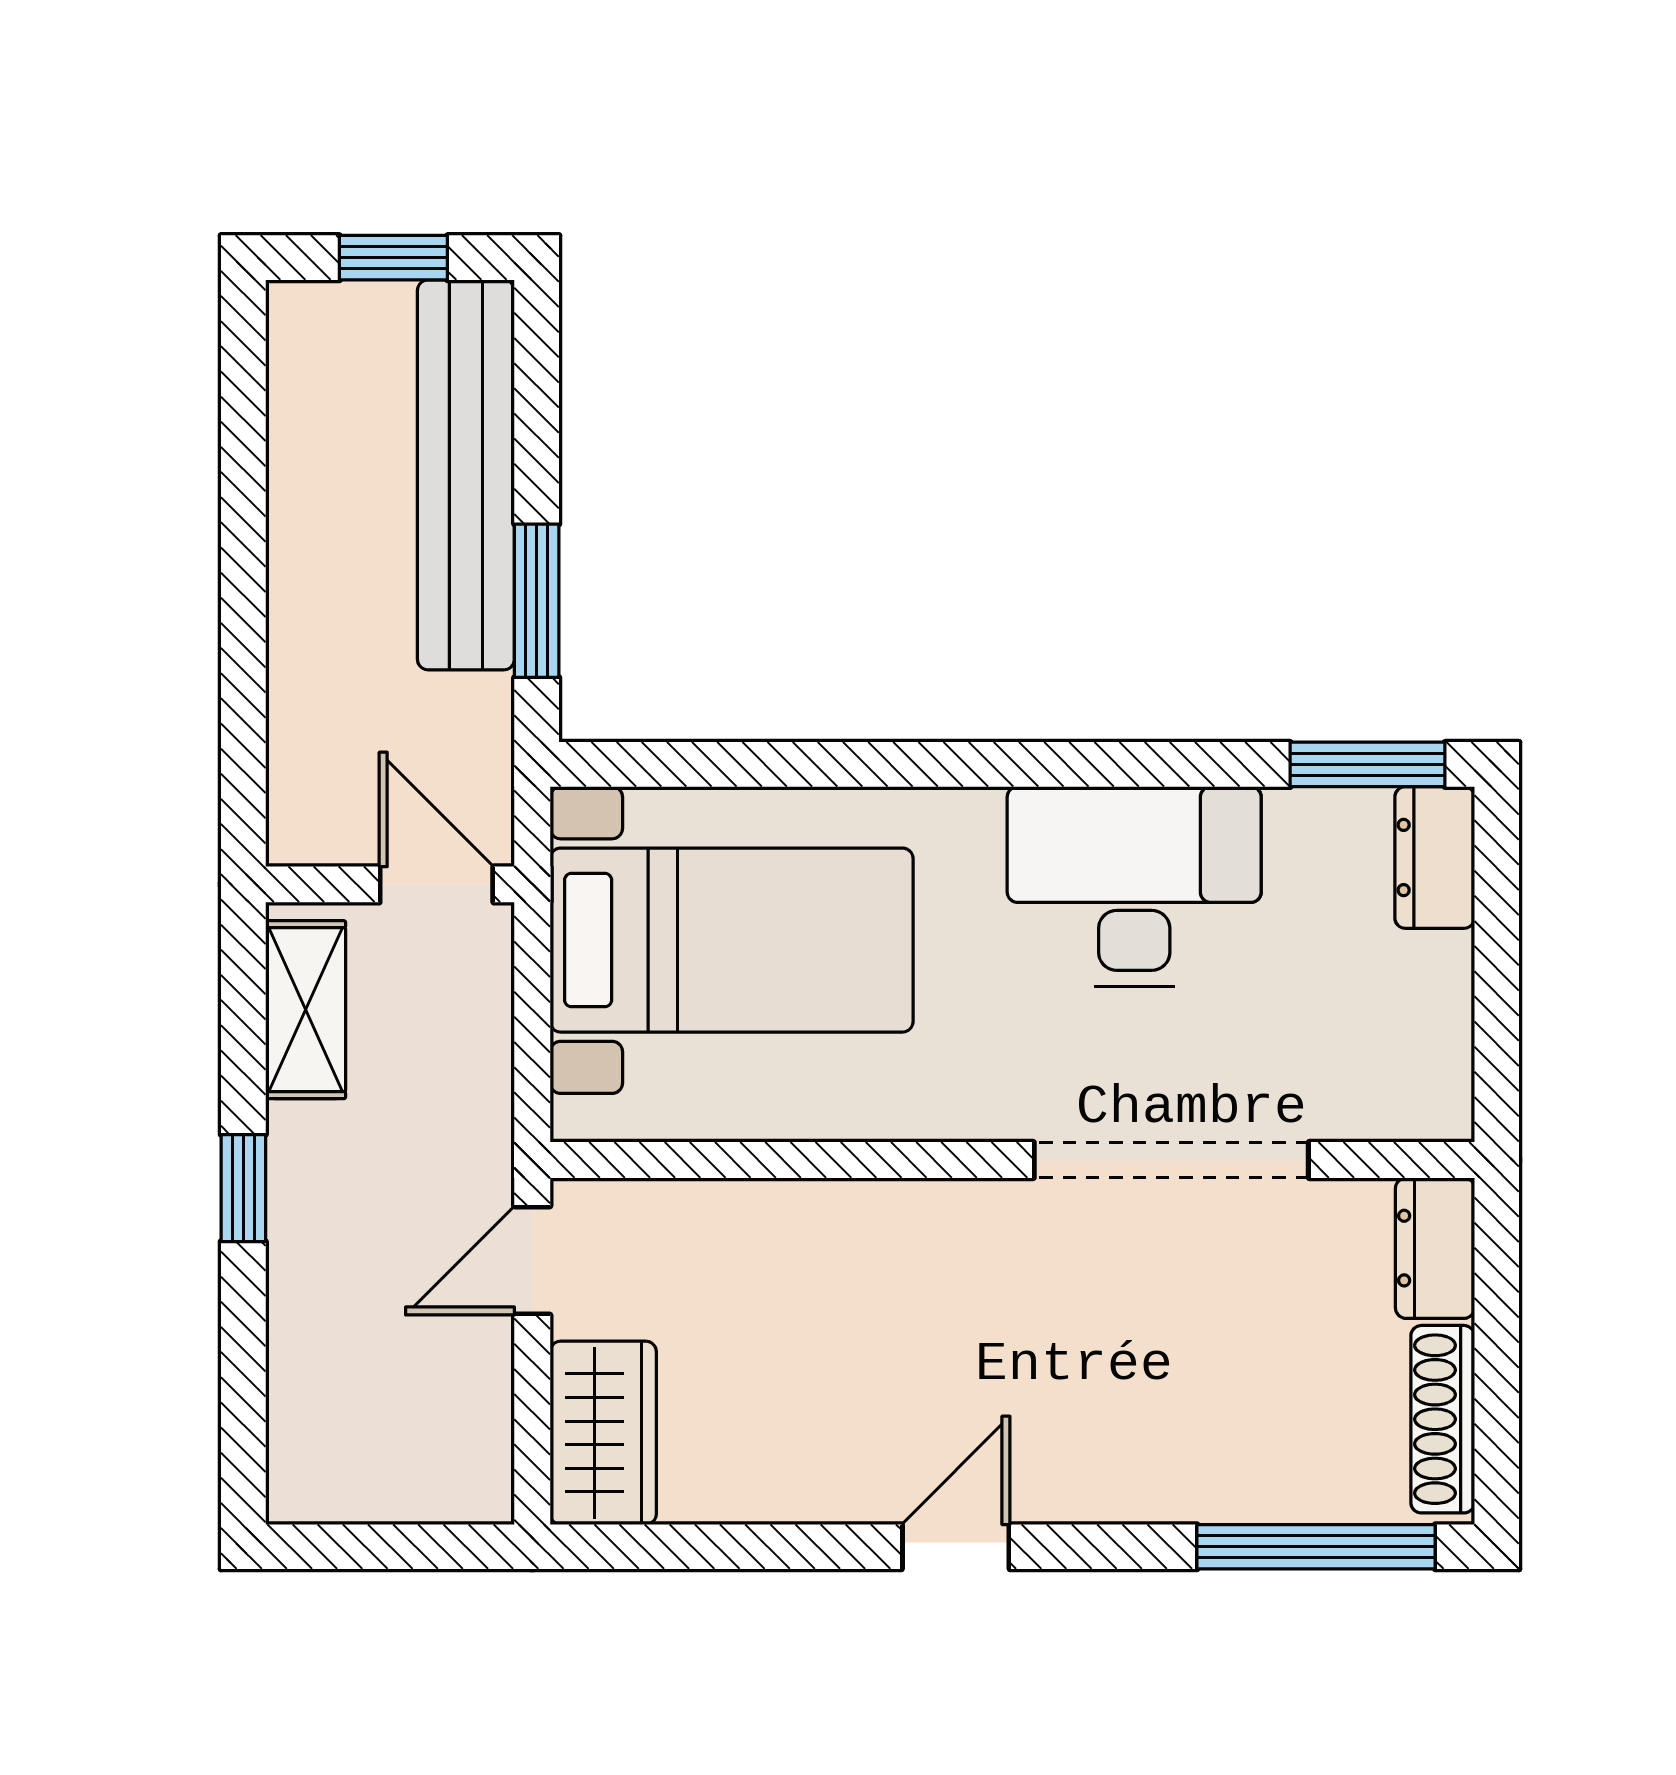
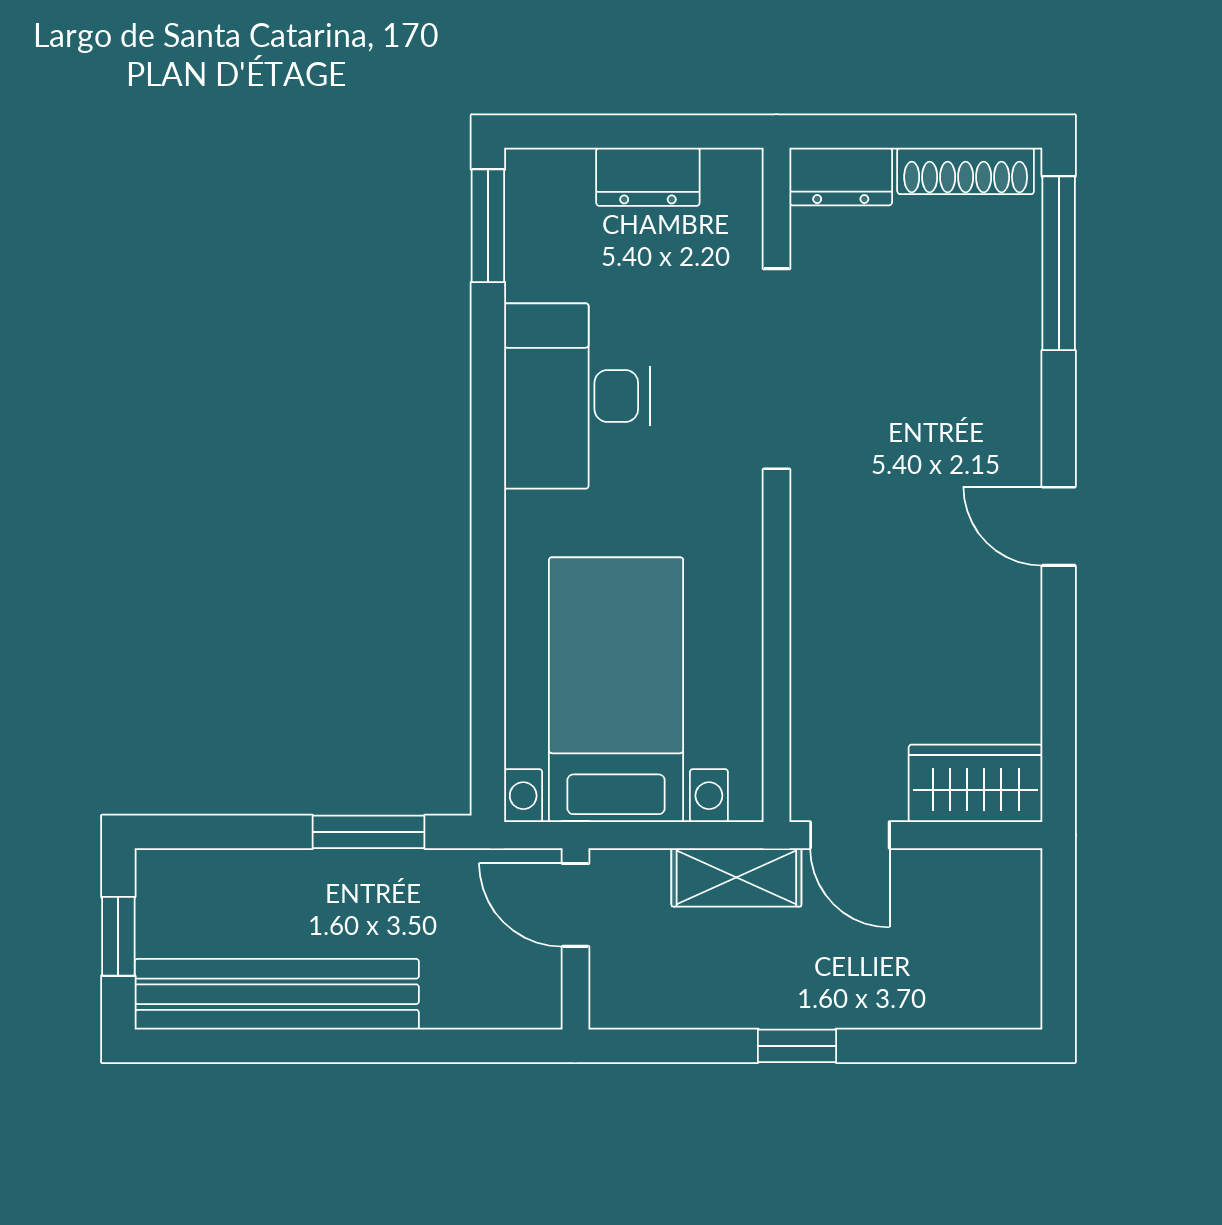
bench: (466, 475) -> (277, 994), moved
dresser: (1435, 858) -> (648, 177), moved
door: (436, 884) -> (575, 905), hinge flipped
shelving: (306, 1010) -> (736, 877), moved

